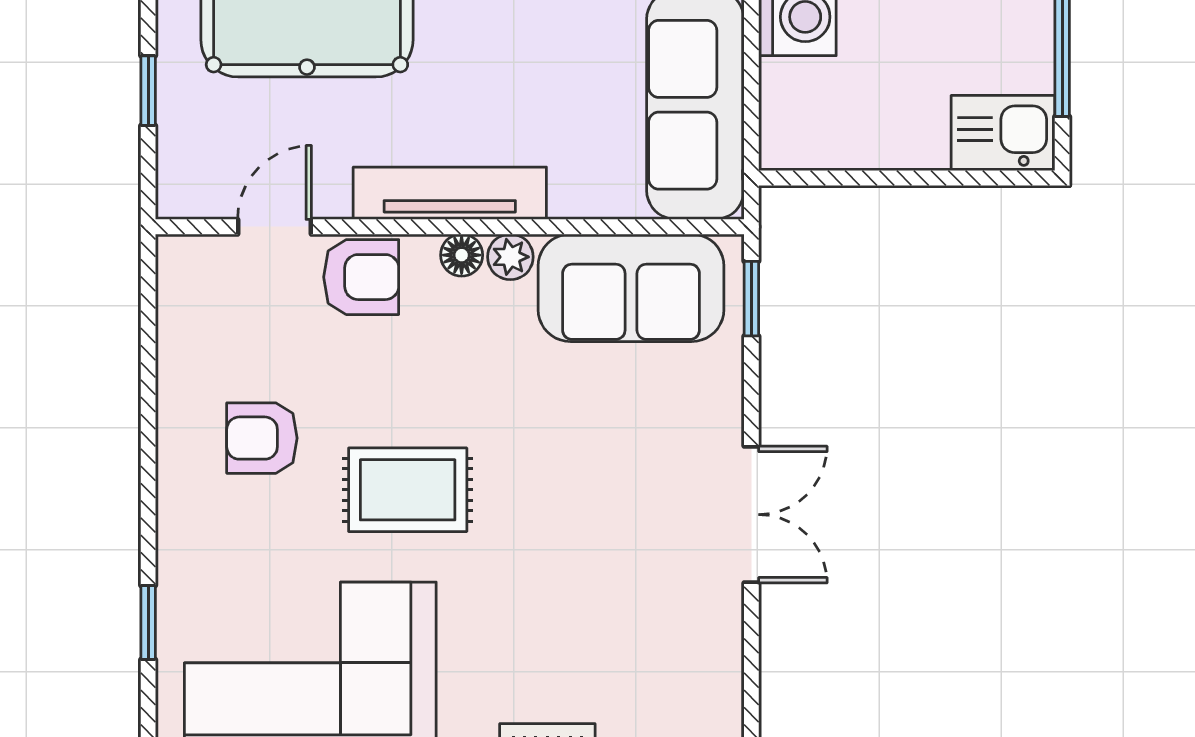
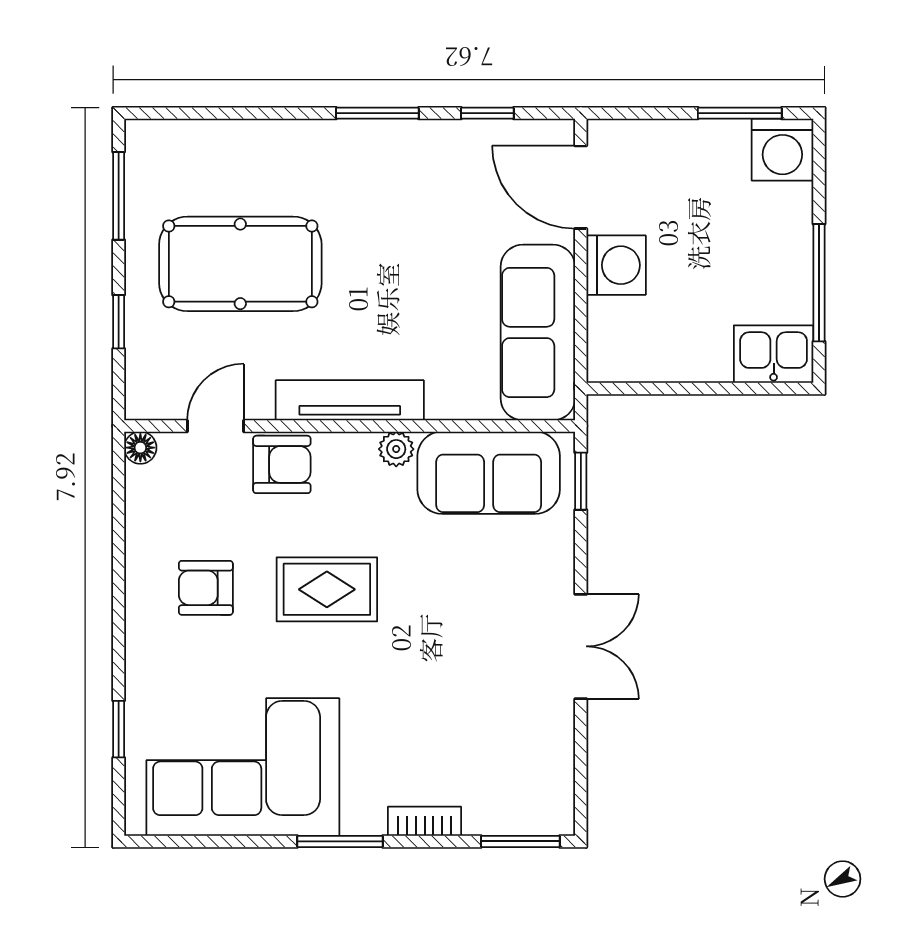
floor lamp: (462, 255) -> (140, 448), moved
rug: (408, 490) -> (327, 589), moved

